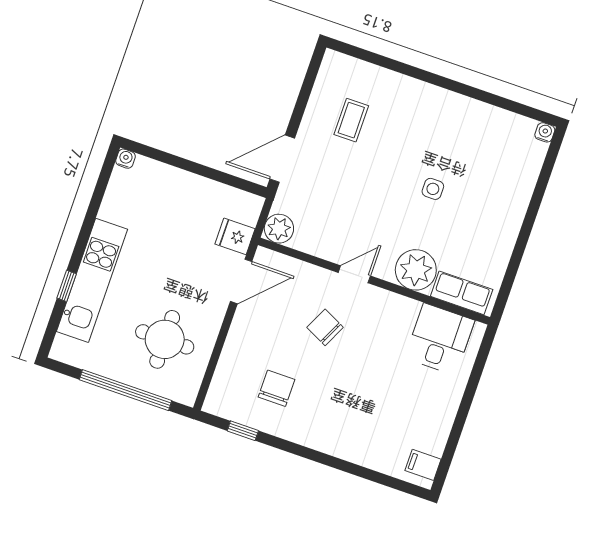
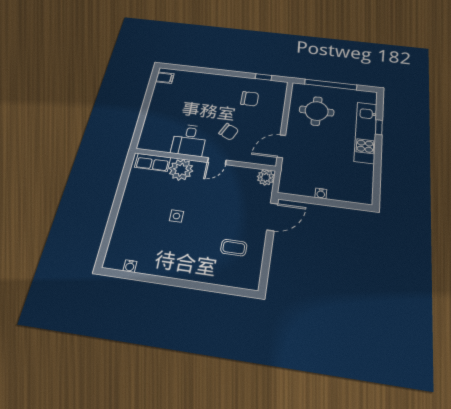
coffee table: (351, 120) -> (234, 248), turned 90
water cooler: (545, 132) -> (130, 266), moved
water cooler: (125, 159) -> (321, 194), moved
fridge: (235, 236) -> (291, 169), removed
desk: (440, 339) -> (189, 140), moved
chair: (277, 388) -> (250, 99), turned -90

